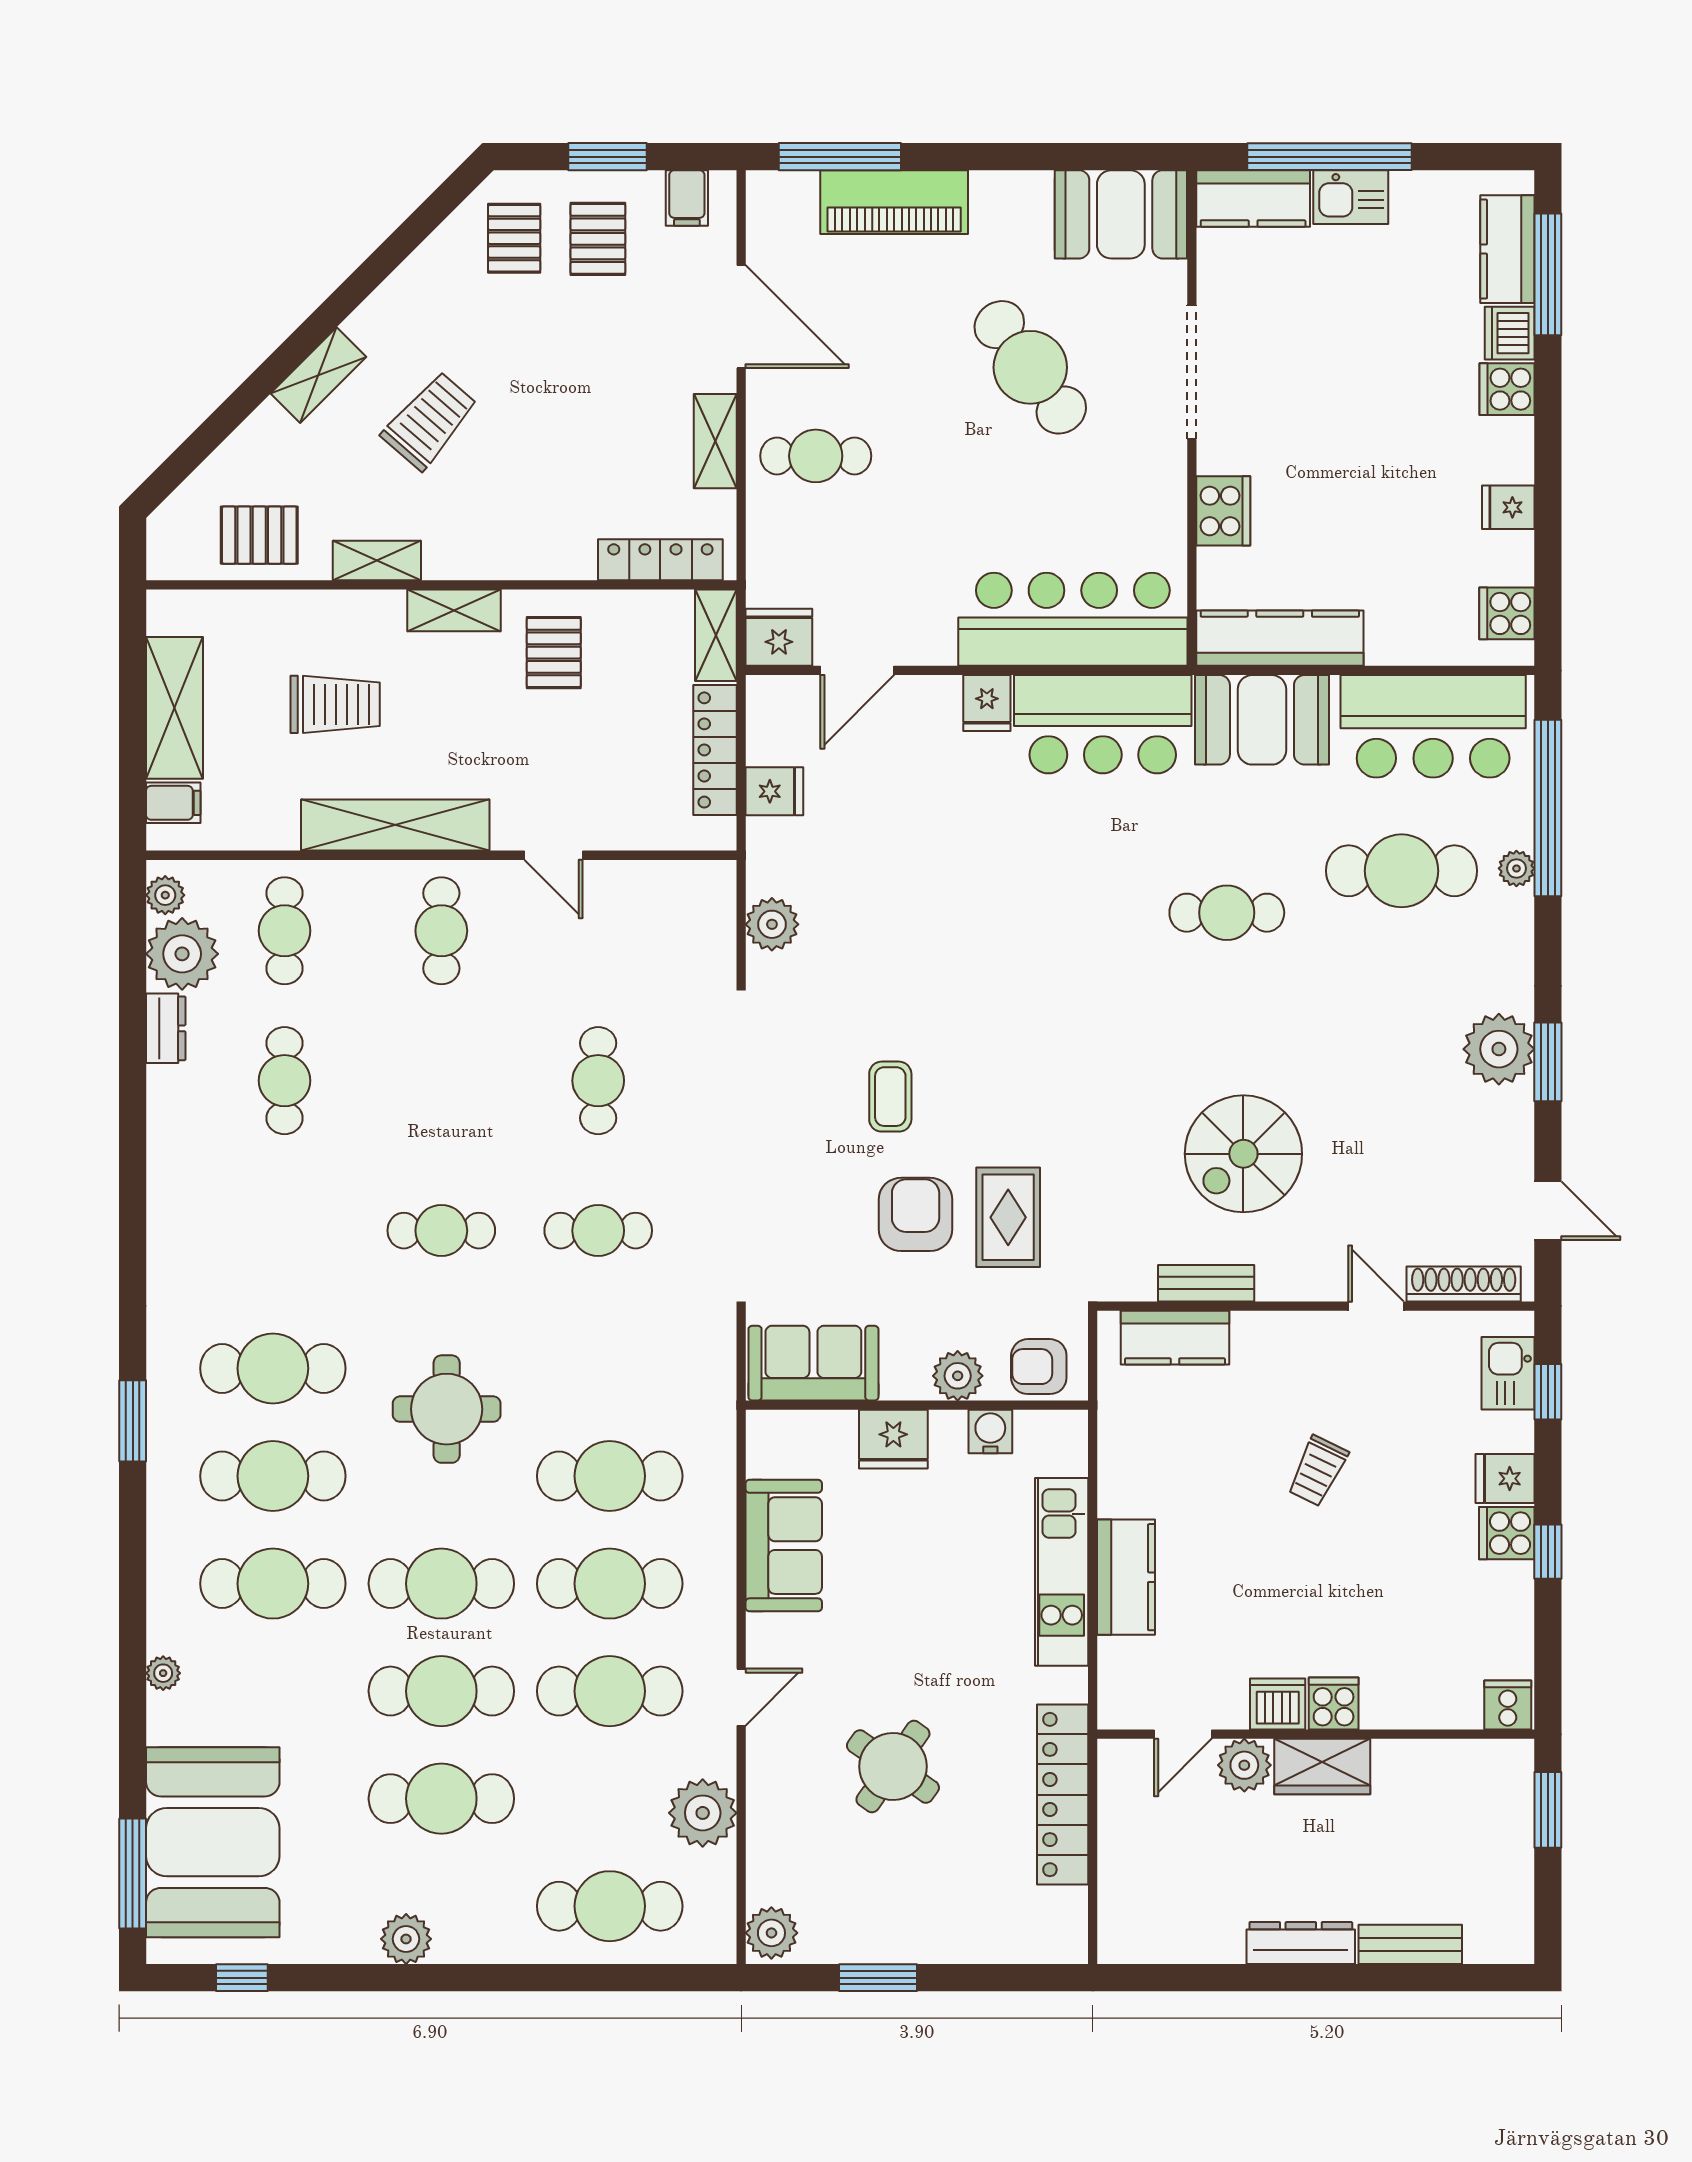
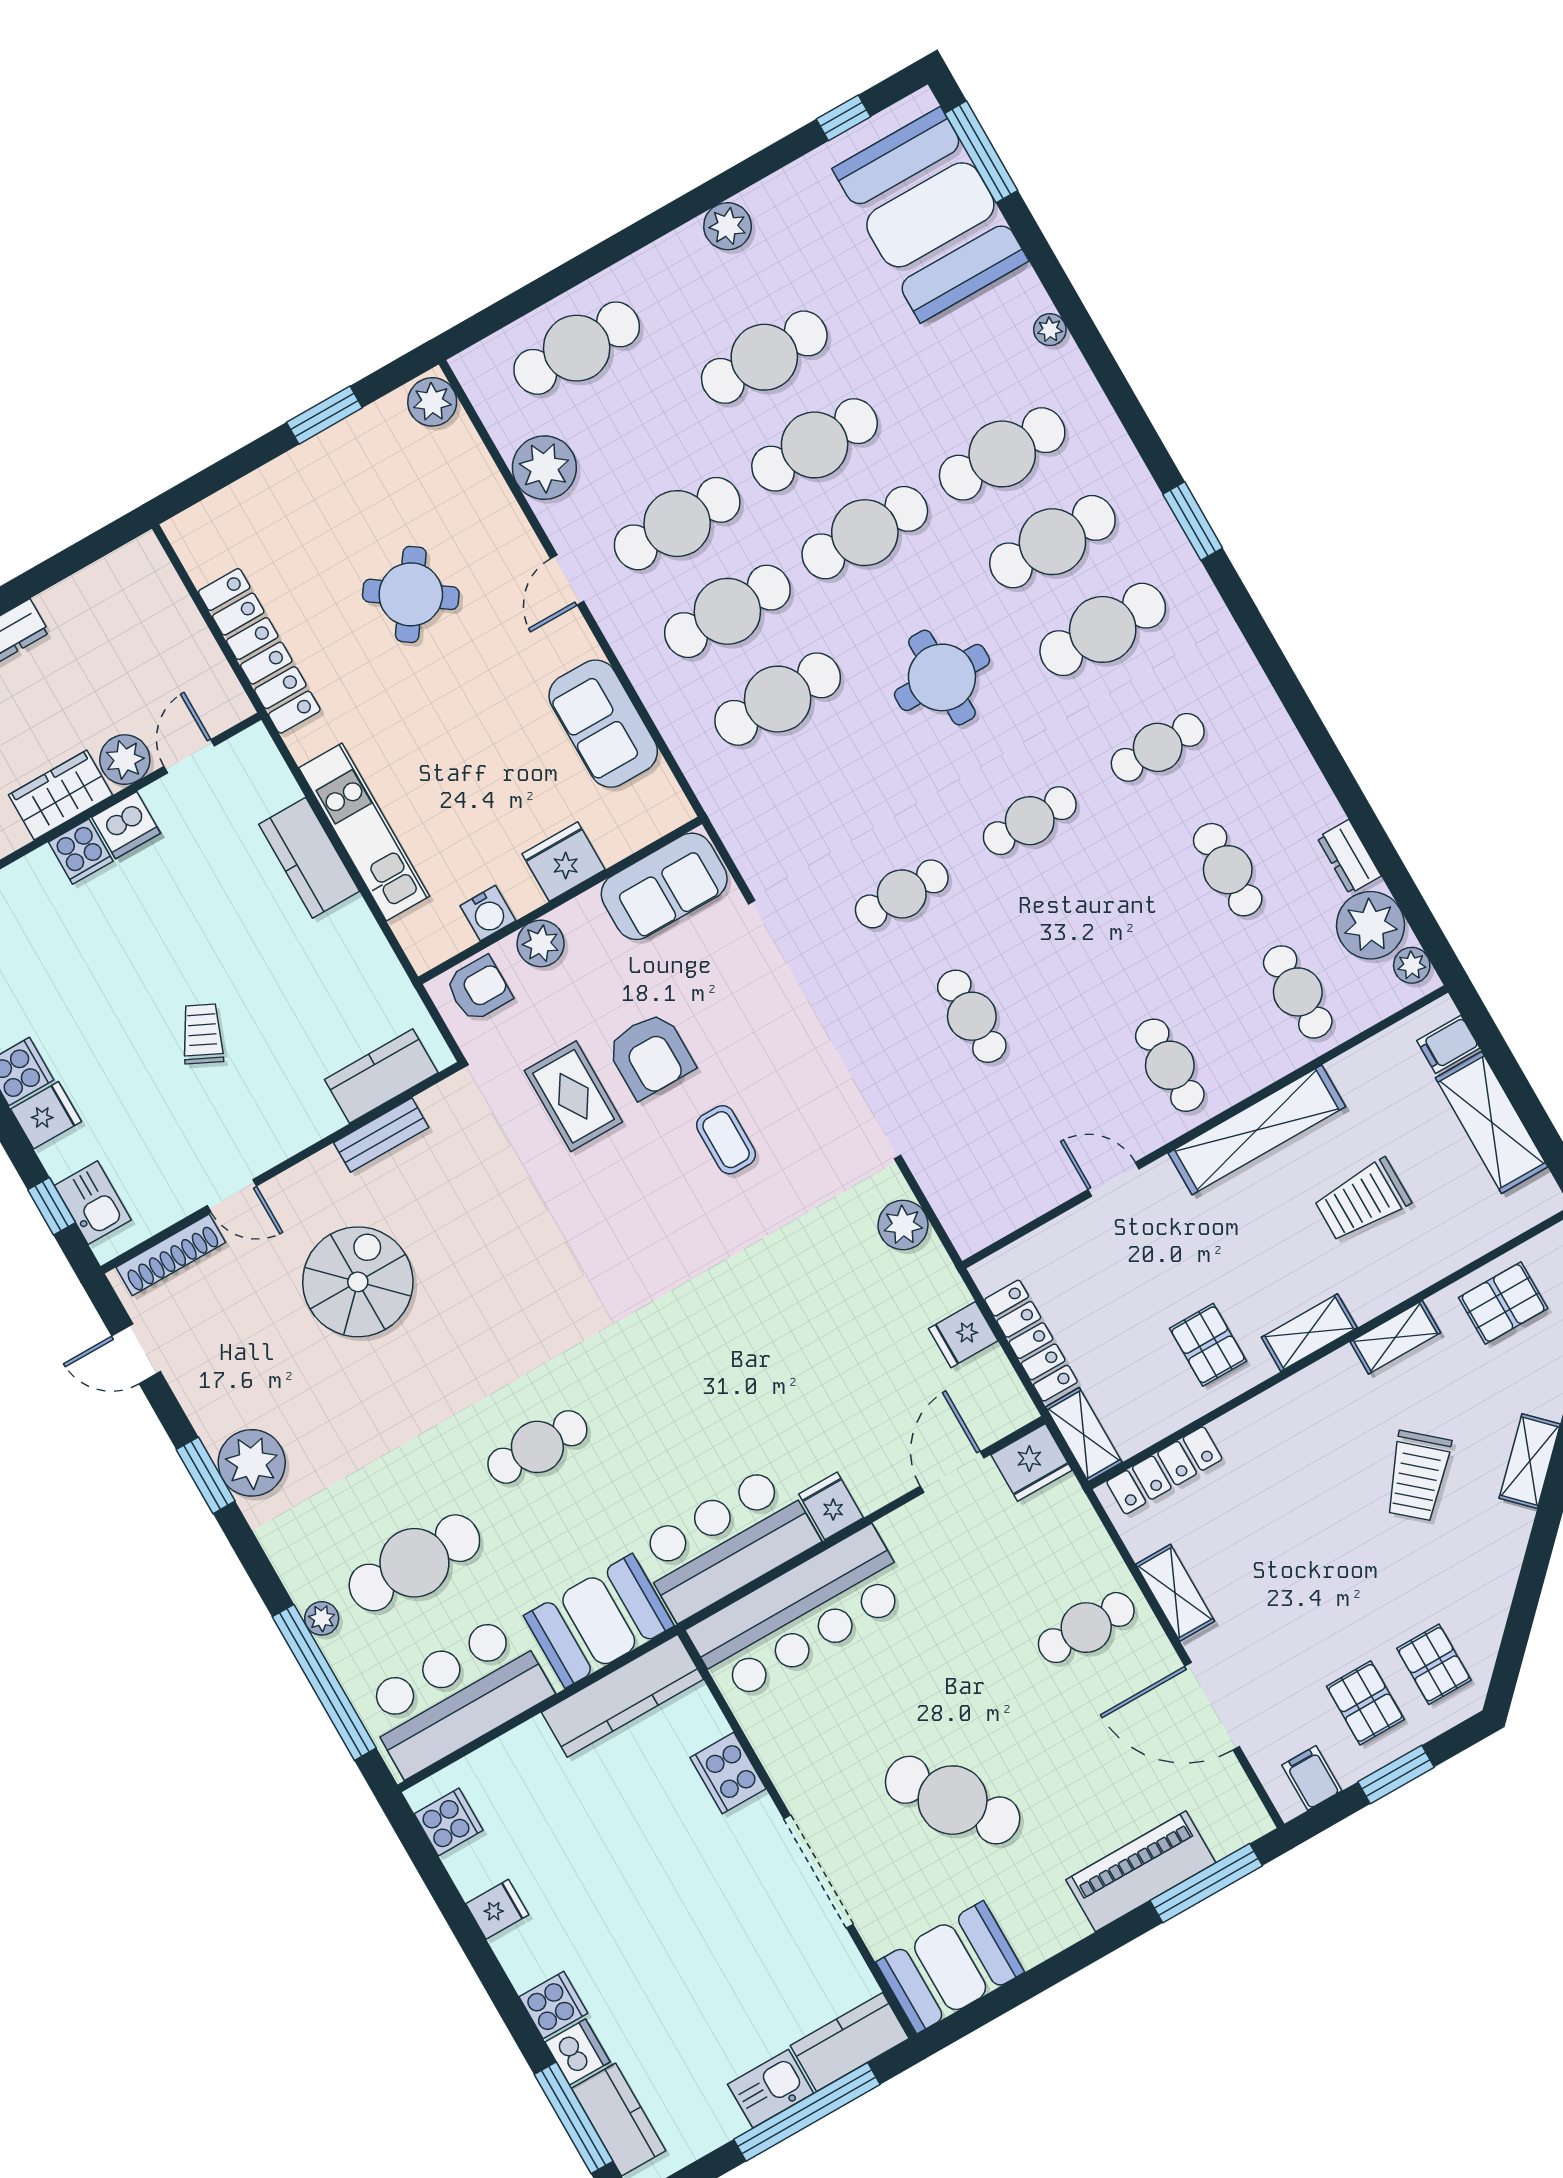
spiral stairs: (1243, 1154) -> (358, 1282), moved
cafe table: (284, 1231) -> (1158, 747), added

